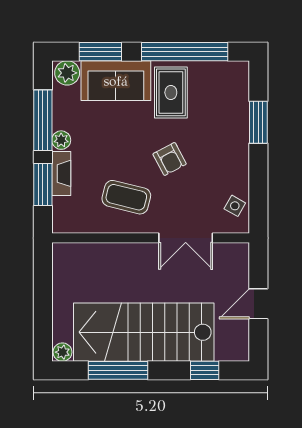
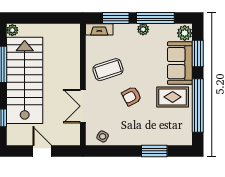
fireplace: (61, 173) -> (99, 29), moved
coffee table: (126, 197) -> (108, 70), turned 58

